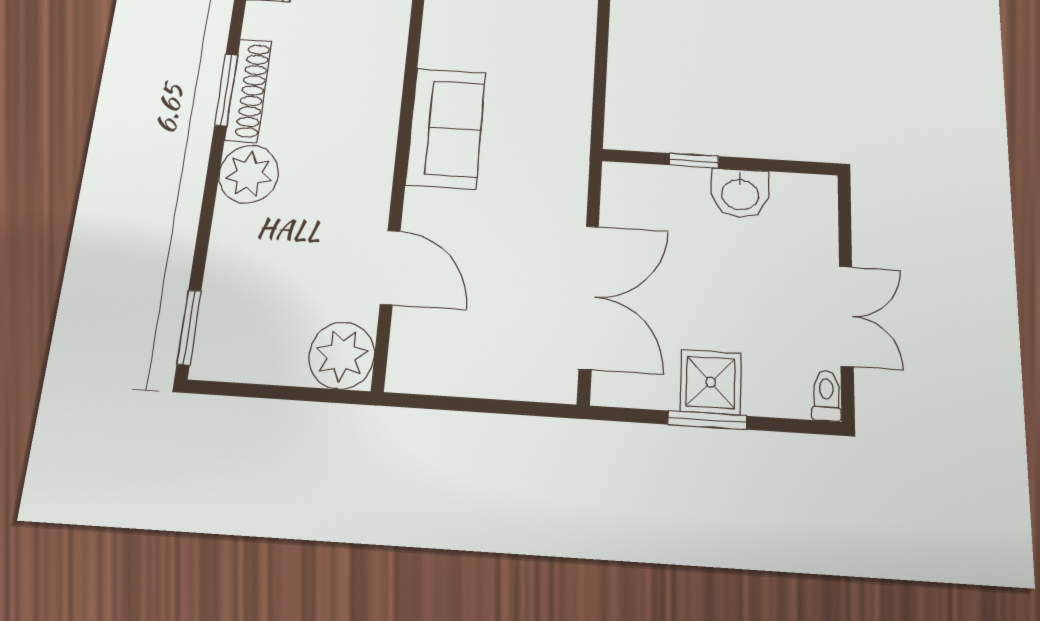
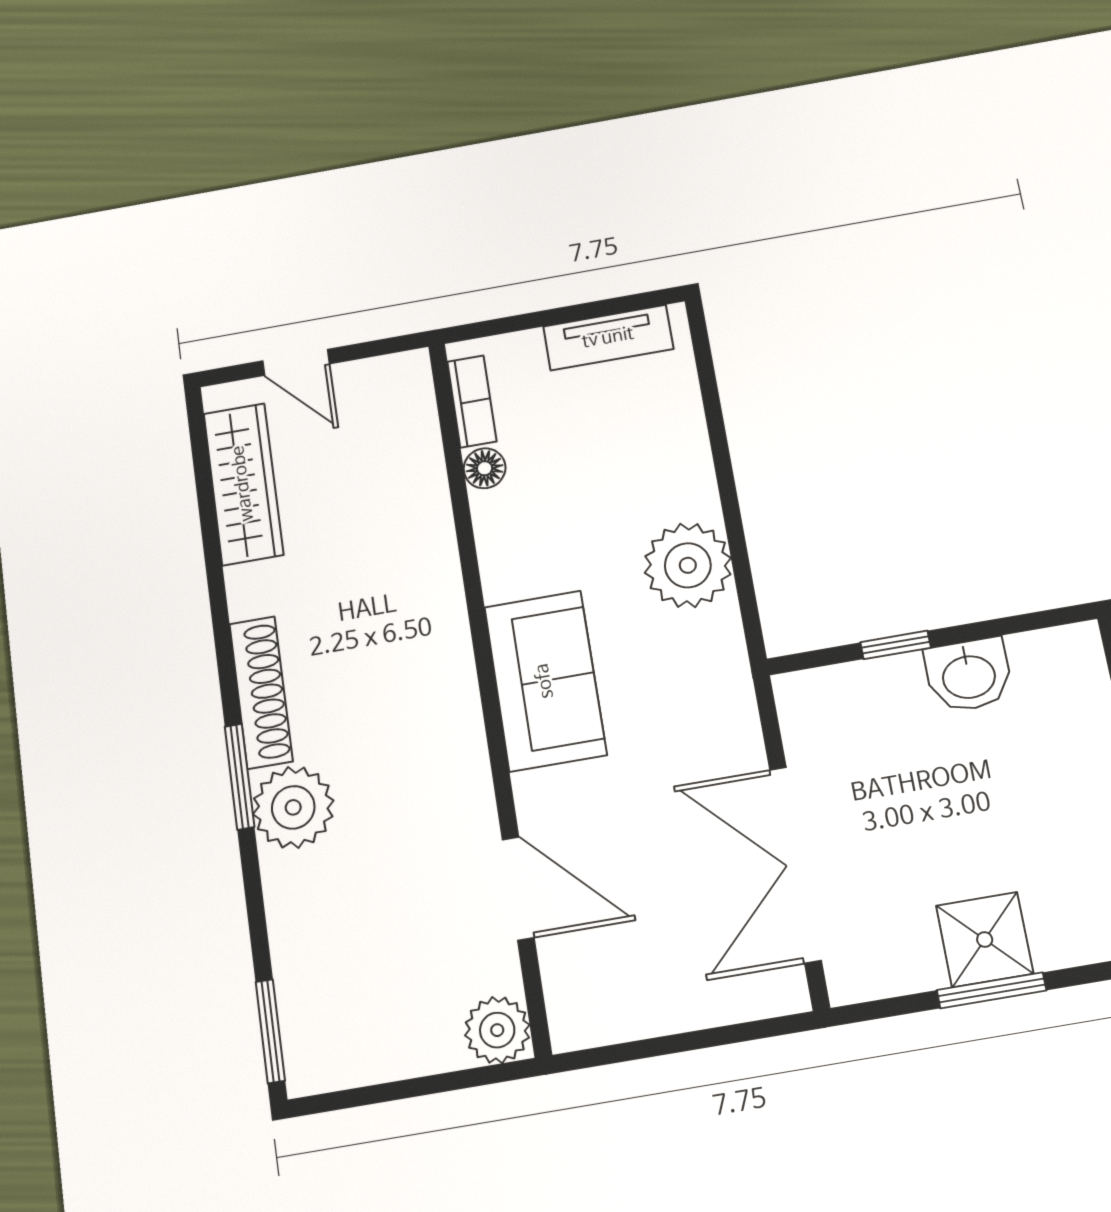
plant: (563, 73) -> (688, 565), added
window: (226, 90) -> (240, 777), moved
double door: (589, 297) -> (795, 864), swing flipped
plant: (342, 355) -> (497, 1030), width x0.73, depth x0.73

